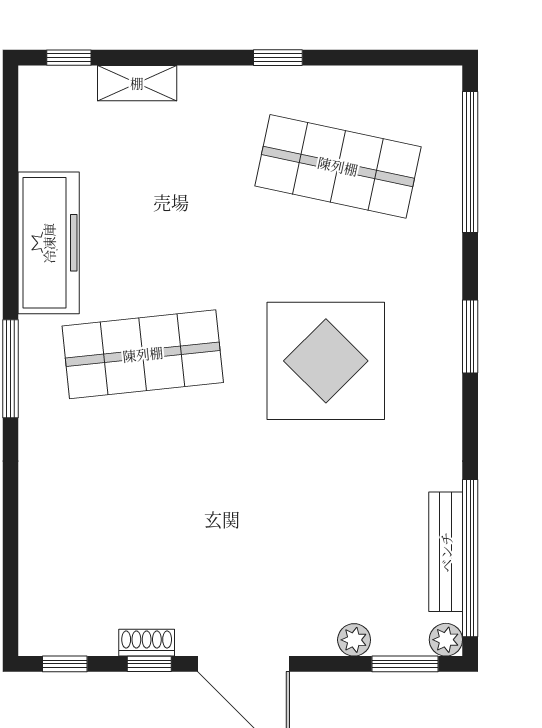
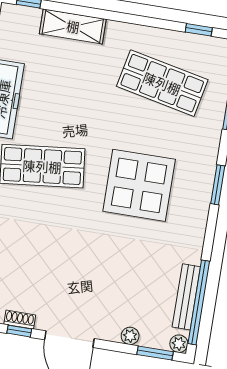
window: (278, 58) -> (199, 30), moved
shelving: (137, 83) -> (73, 26), width x1.50, depth x1.33

